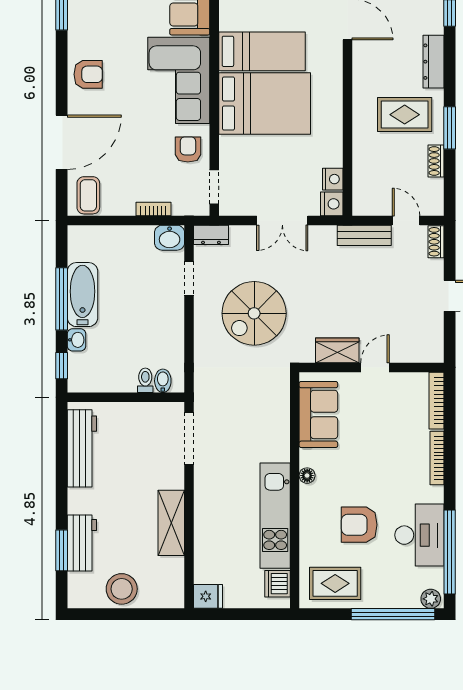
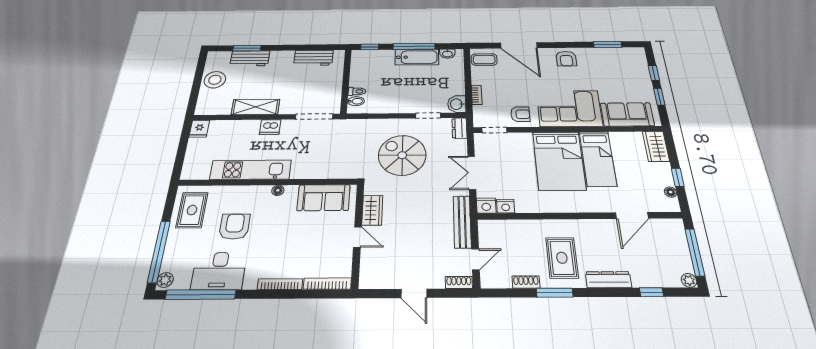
bench: (364, 235) -> (462, 222), width x1.36
washbasin: (76, 340) -> (447, 54), moved
workbench: (82, 448) -> (313, 58), width x0.73
dishwasher: (278, 584) -> (270, 127), moved, turned 180

